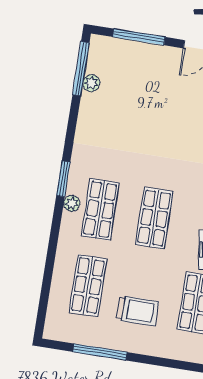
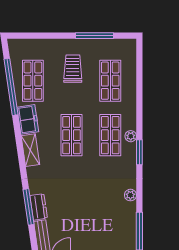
plant: (91, 83) -> (130, 195), moved
trolley: (138, 311) -> (73, 69), turned 90

